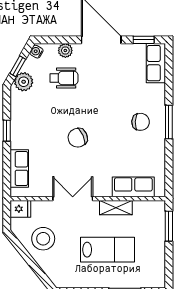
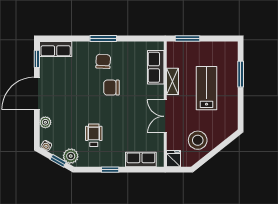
wheelchair: (64, 78) -> (94, 135), moved
chair: (78, 138) -> (111, 88), moved, turned 114

